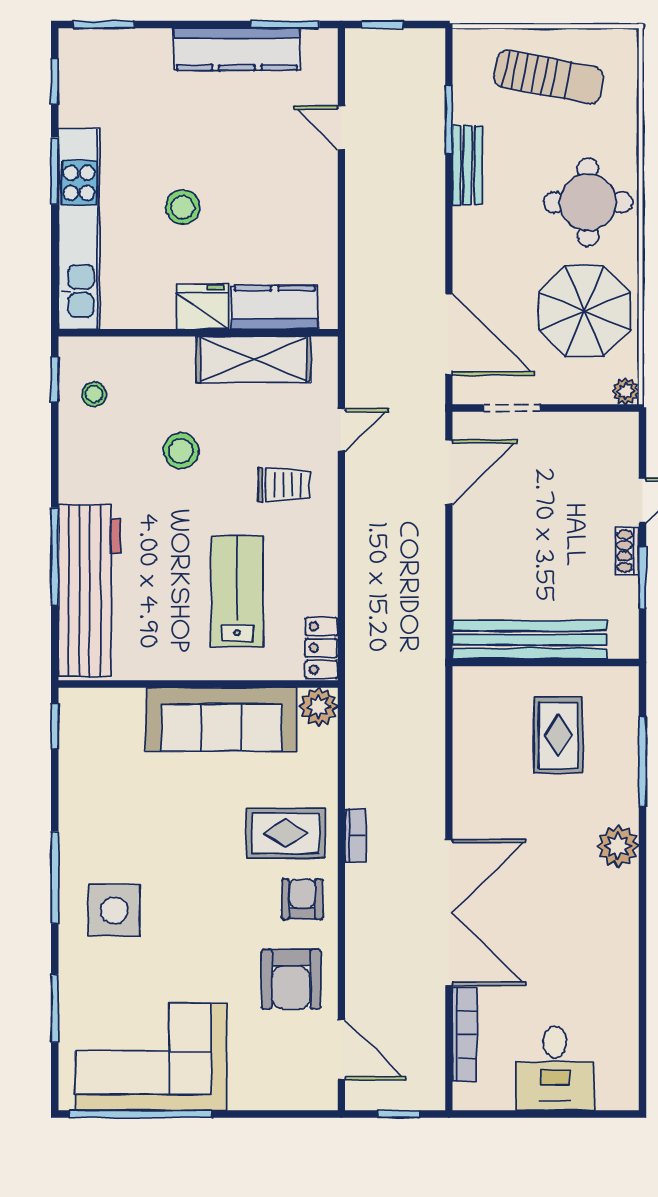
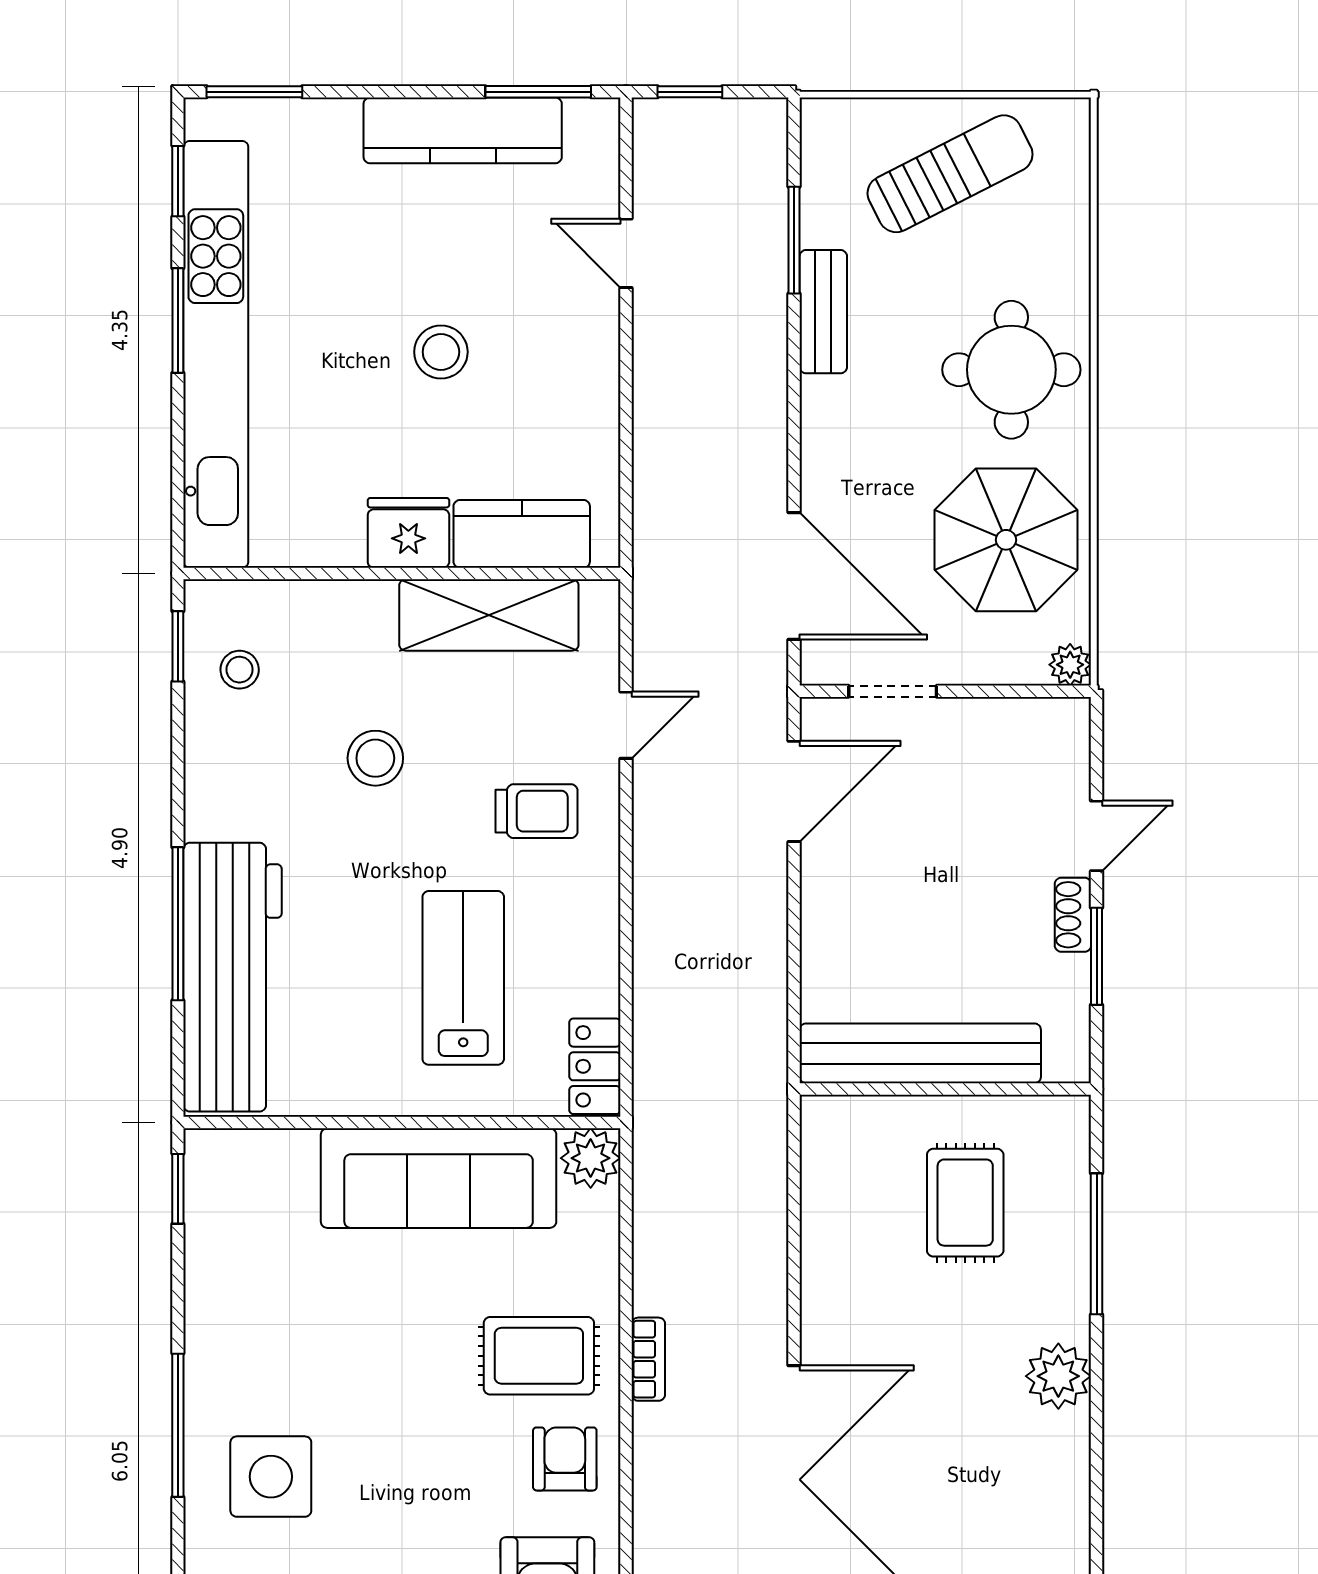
sun lounger: (549, 77) -> (950, 174), turned -38
stool: (183, 207) -> (441, 352), moved
kitchen unit: (79, 229) -> (216, 354), width x1.36

